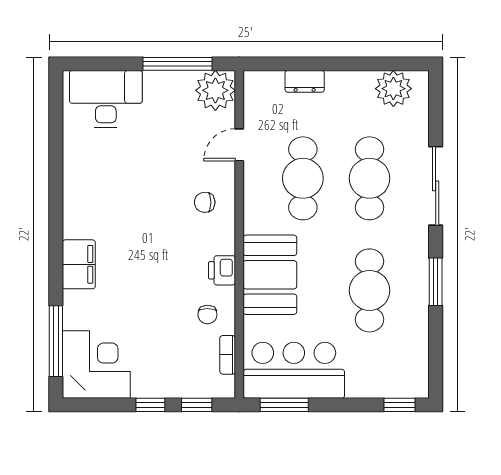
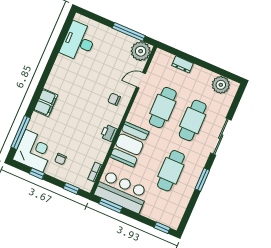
desk: (106, 99) -> (79, 42), moved, turned -90
chair: (207, 315) -> (60, 159), moved
window: (150, 405) -> (37, 174), moved

